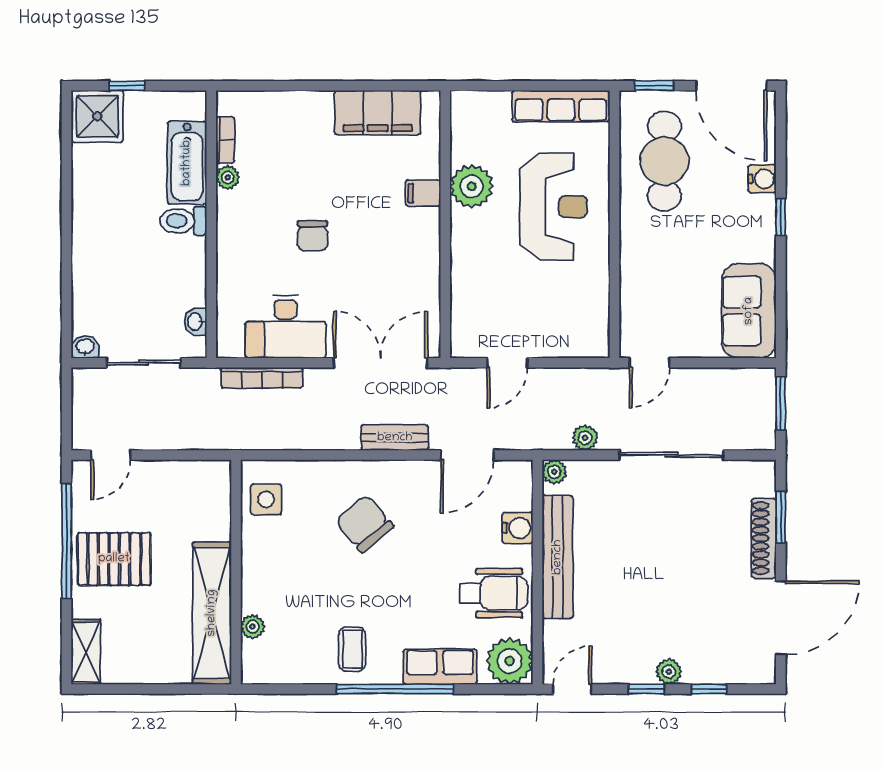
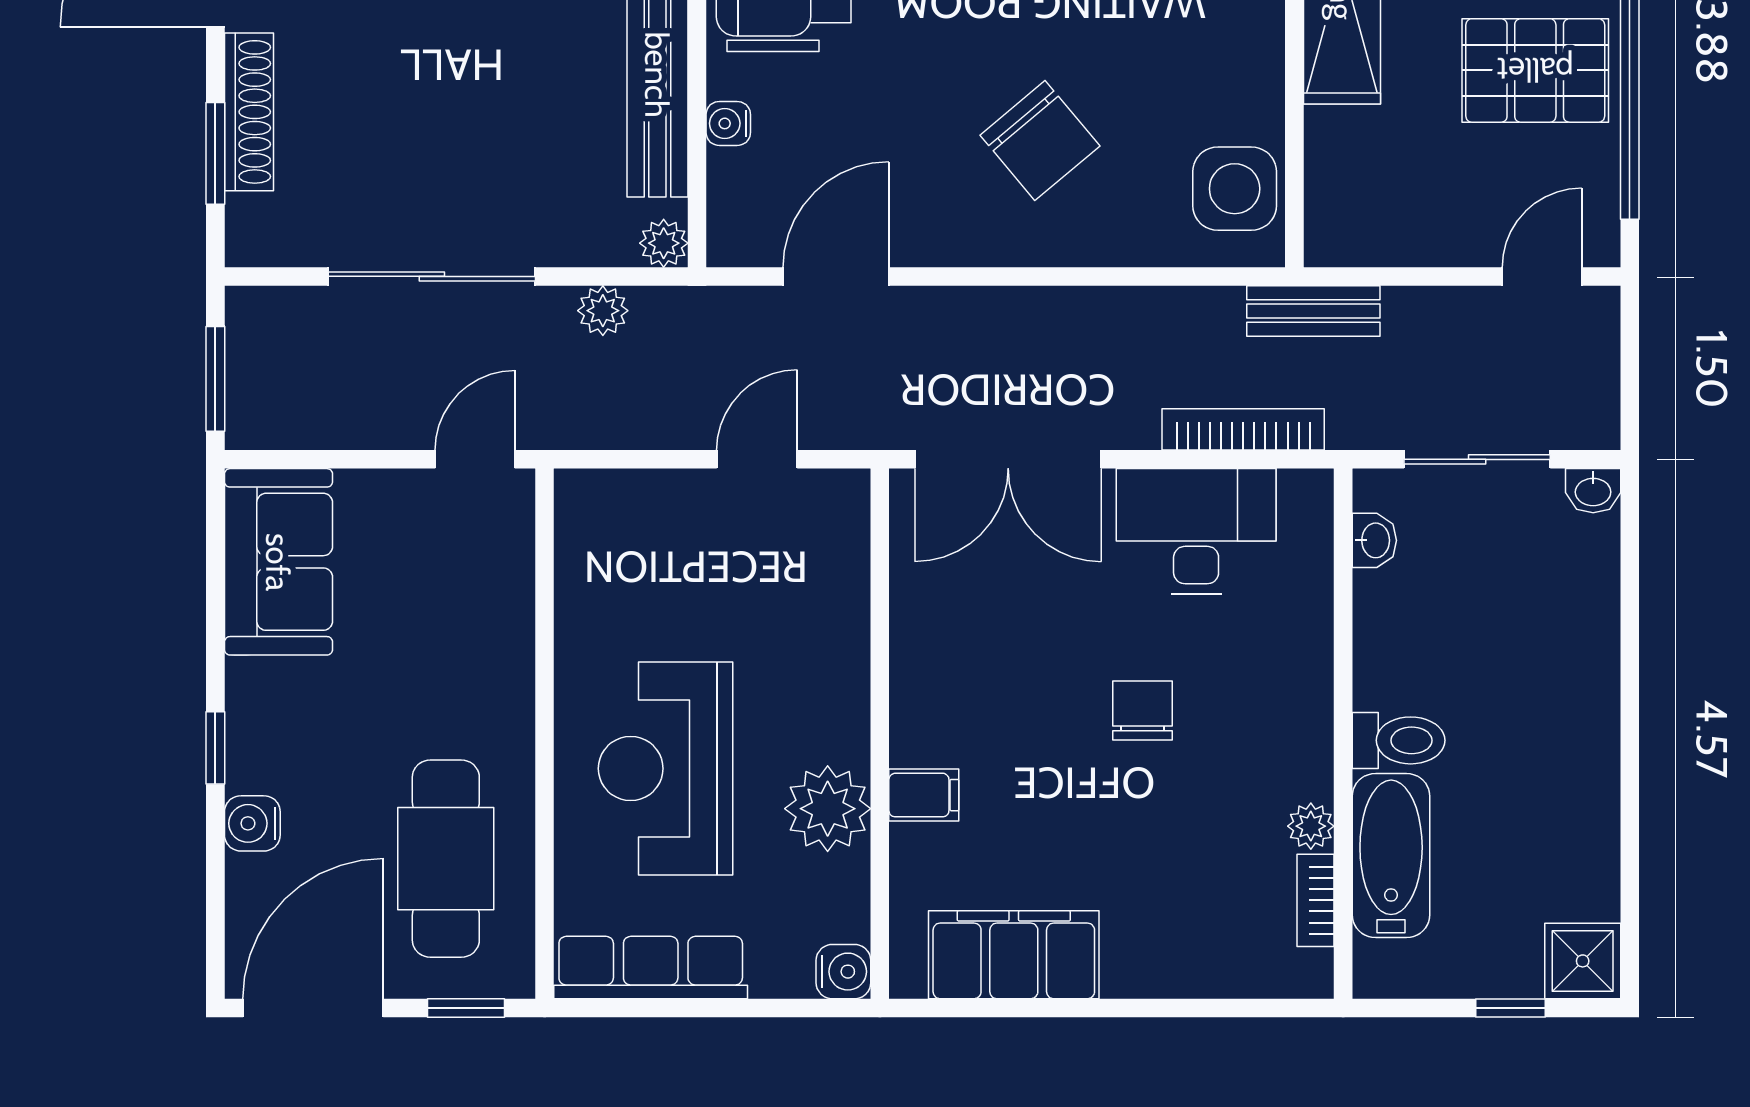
door: (731, 86) -> (313, 1008), hinge flipped
water cooler: (464, 104) -> (843, 972), added
shower: (97, 116) -> (1583, 961), width x0.73, depth x0.73
bench: (395, 438) -> (1313, 311), moved
side table: (266, 499) -> (1235, 189), width x1.37, depth x1.37
water cooler: (517, 528) -> (728, 123), width x0.72, depth x0.72

